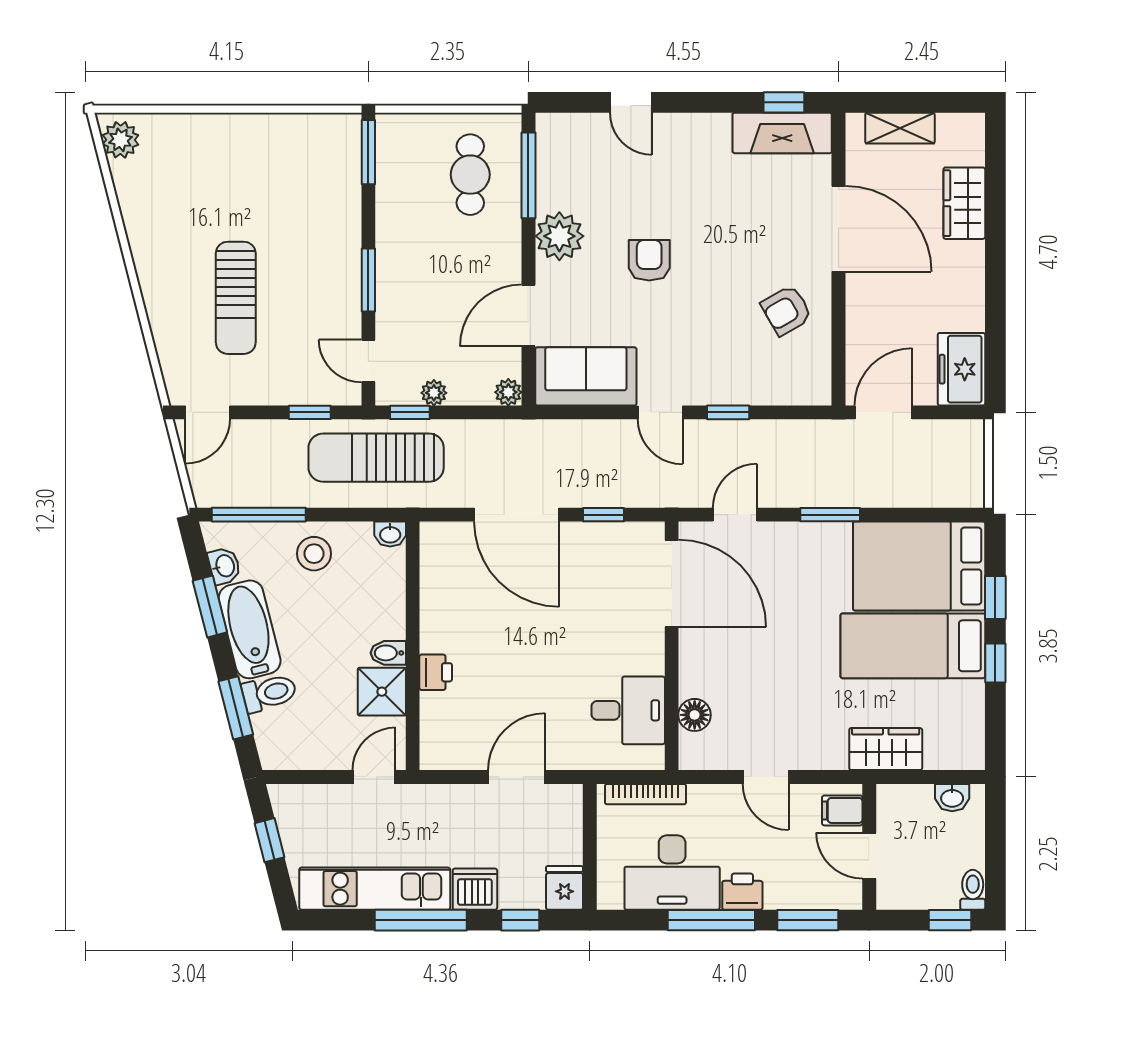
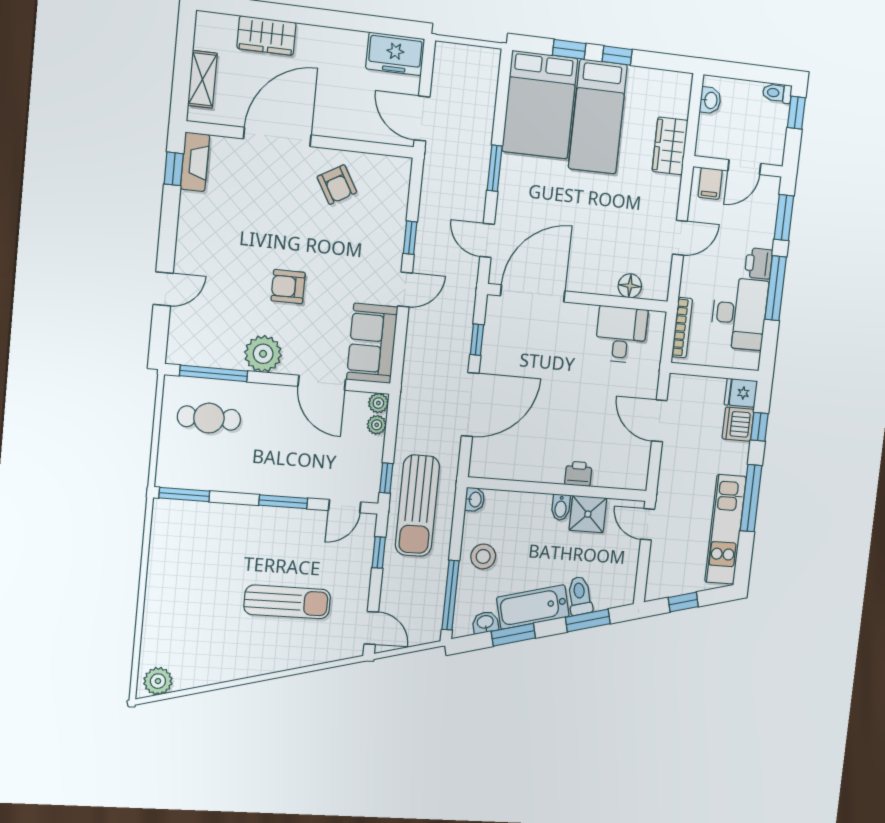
fireplace: (782, 133) -> (195, 162), width x0.73, depth x0.76
plant: (434, 393) -> (377, 425), moved
dishwasher: (475, 889) -> (738, 424), moved

